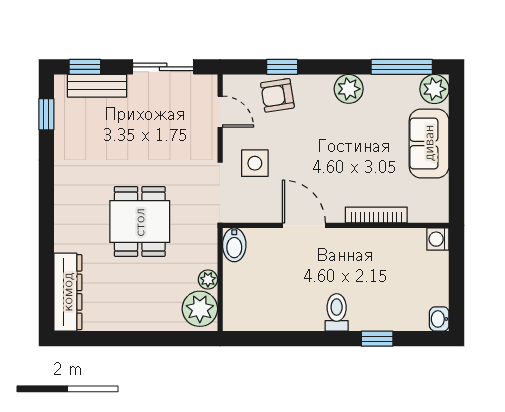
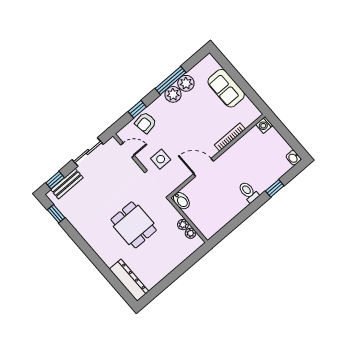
window: (402, 67) -> (171, 81), moved
plant: (434, 89) -> (186, 83), moved
plant: (200, 309) -> (191, 233), width x0.53, depth x0.53

